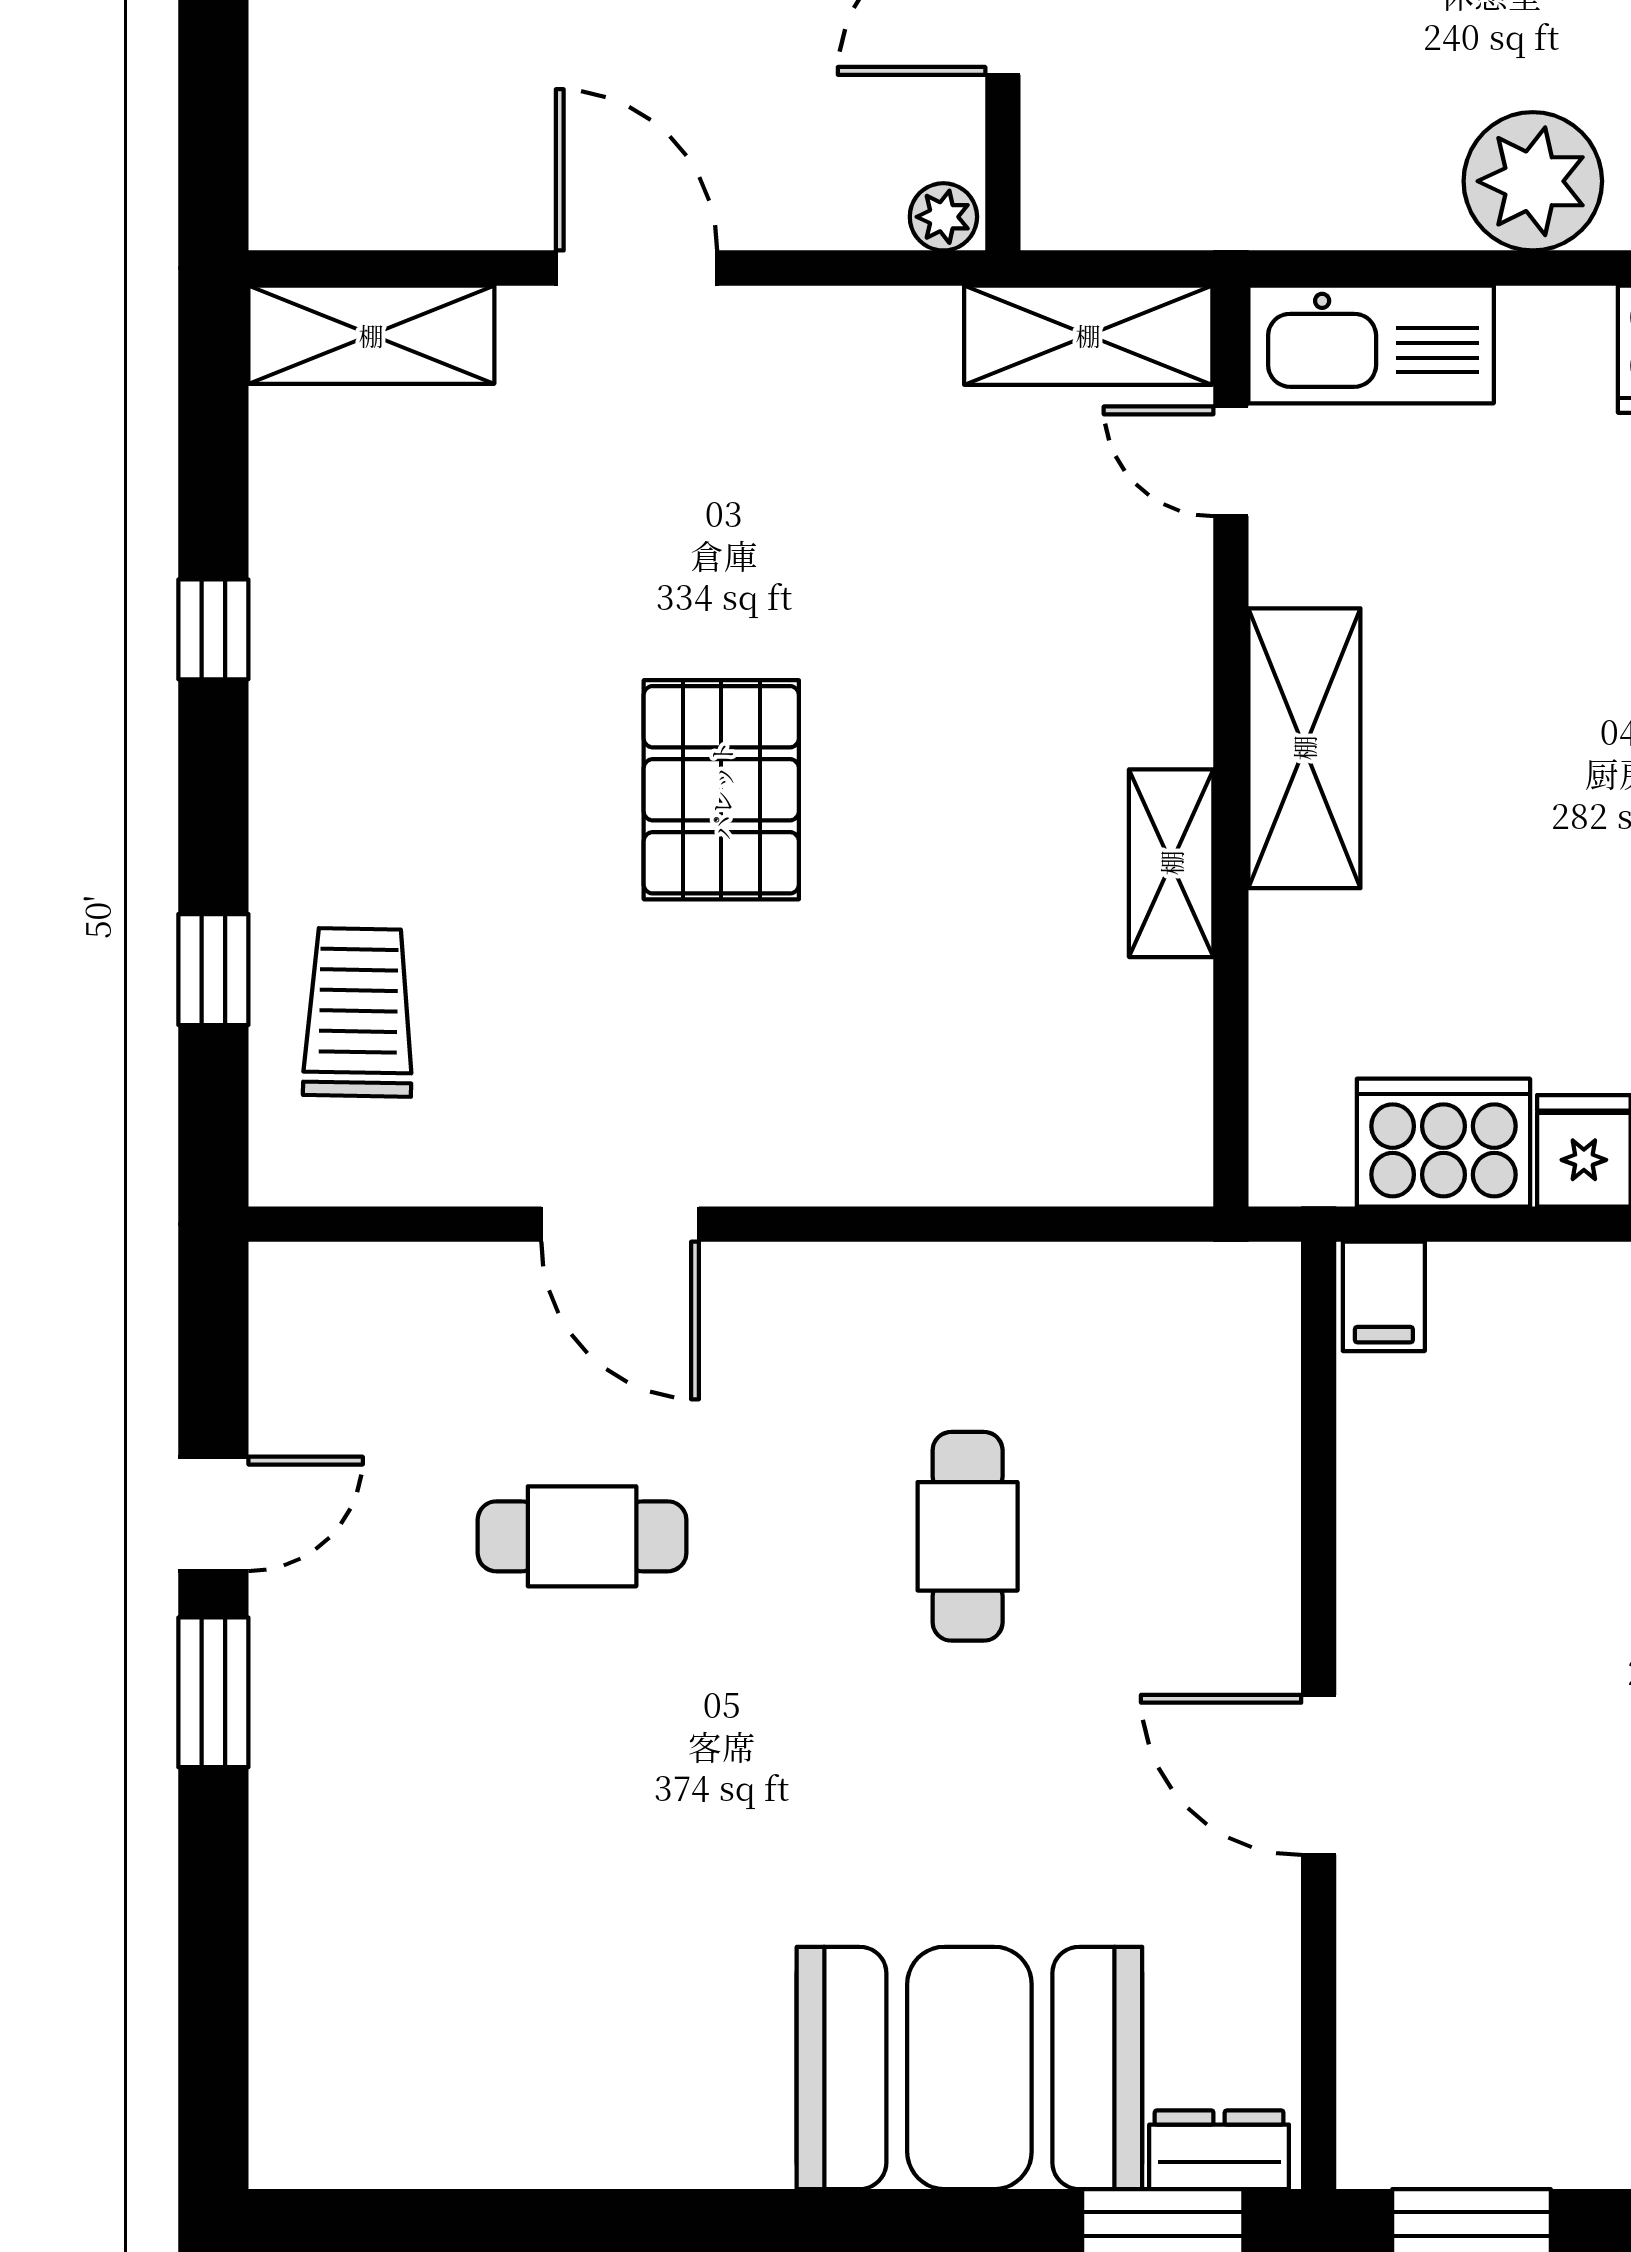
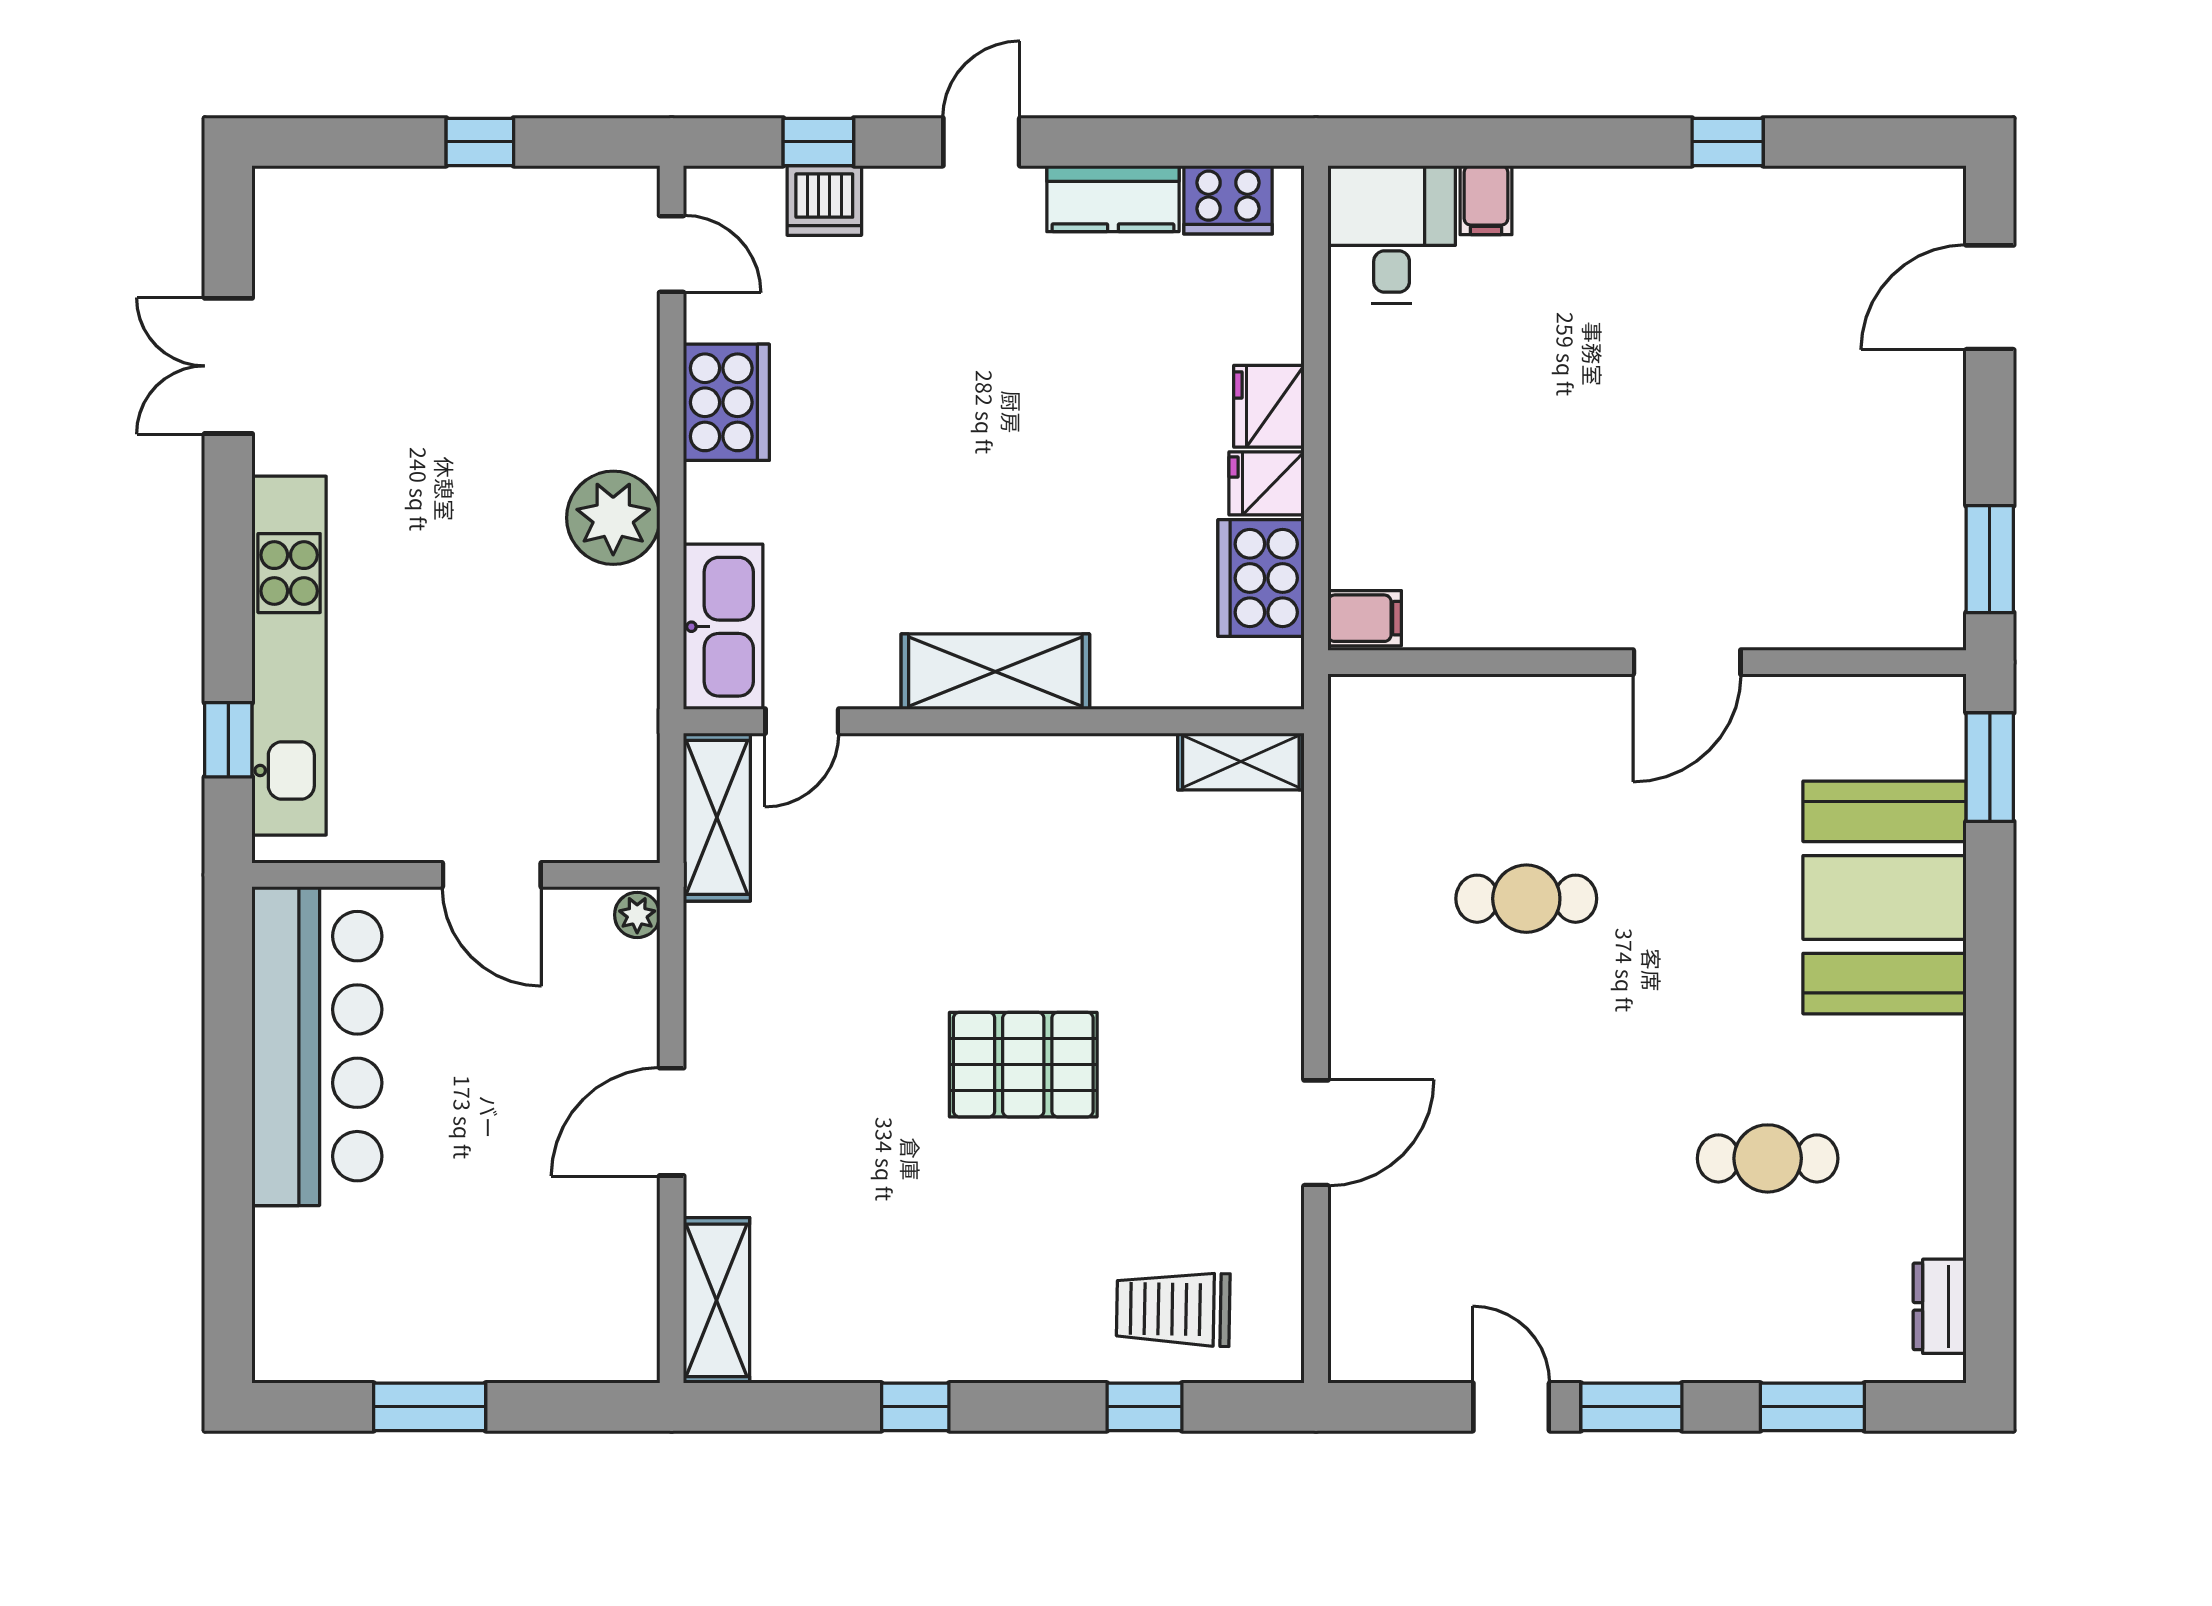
shelving: (1171, 863) -> (1241, 761), moved
cafe table: (582, 1536) -> (1768, 1158), moved, turned 90
window: (213, 1961) -> (1812, 1407), added
dresser: (1219, 2150) -> (1940, 1306), moved

